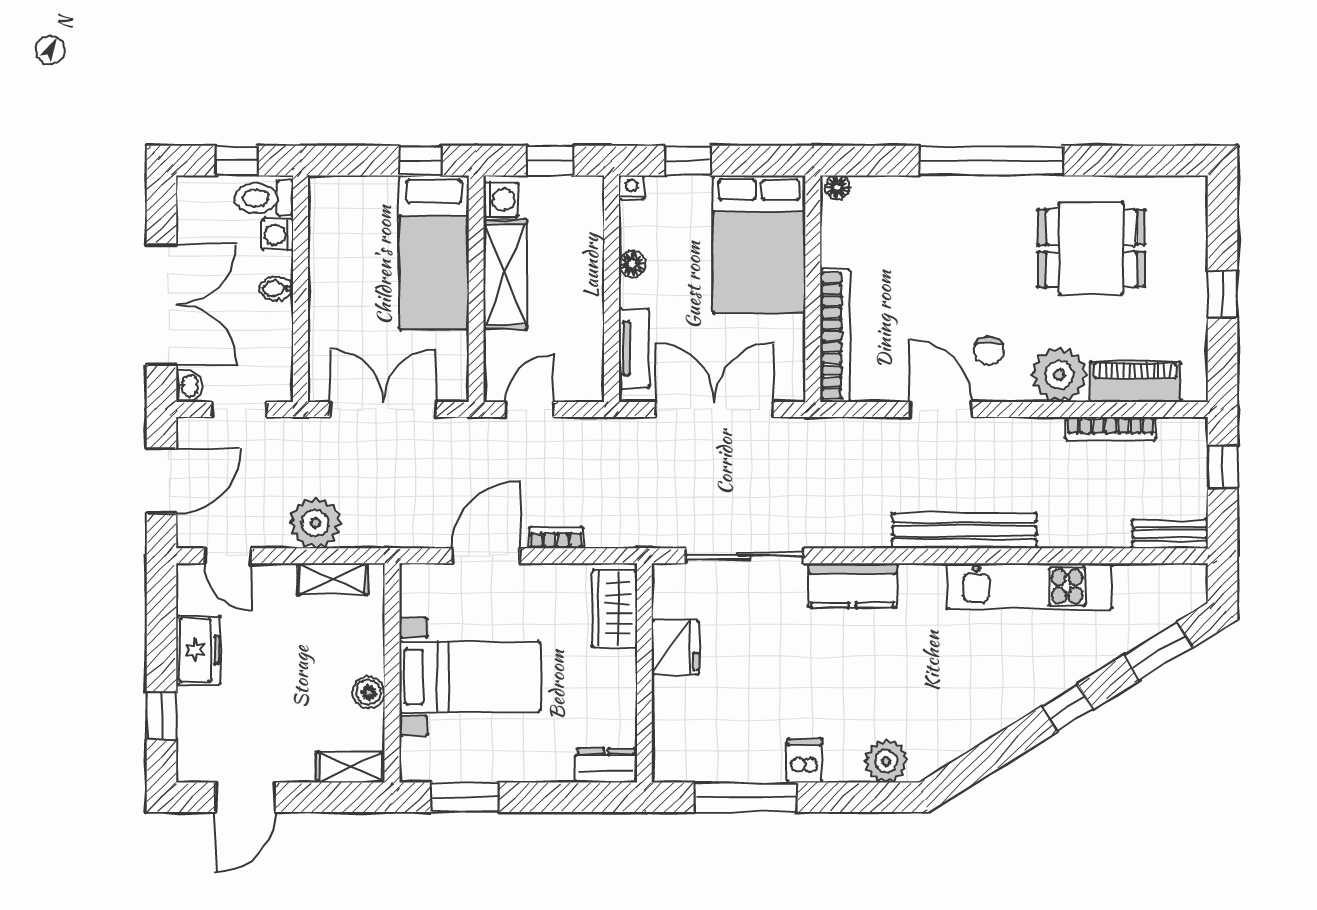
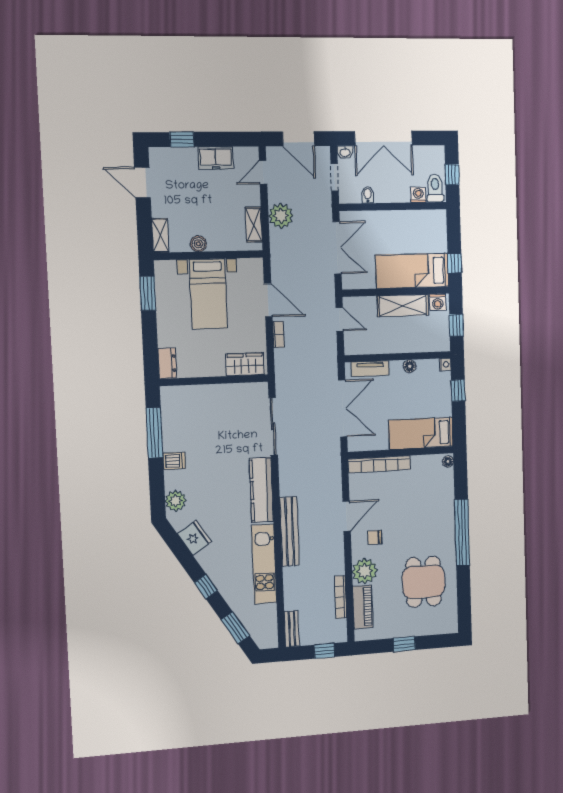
bed: (759, 244) -> (421, 433), width x0.67
bidet: (276, 289) -> (368, 195), moved
kitchen counter: (852, 585) -> (261, 490), width x1.50
fridge: (675, 647) -> (194, 538), moved, turned -122

